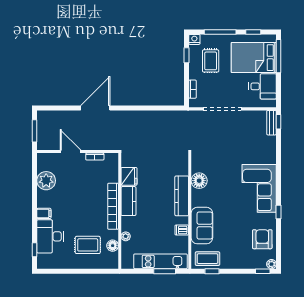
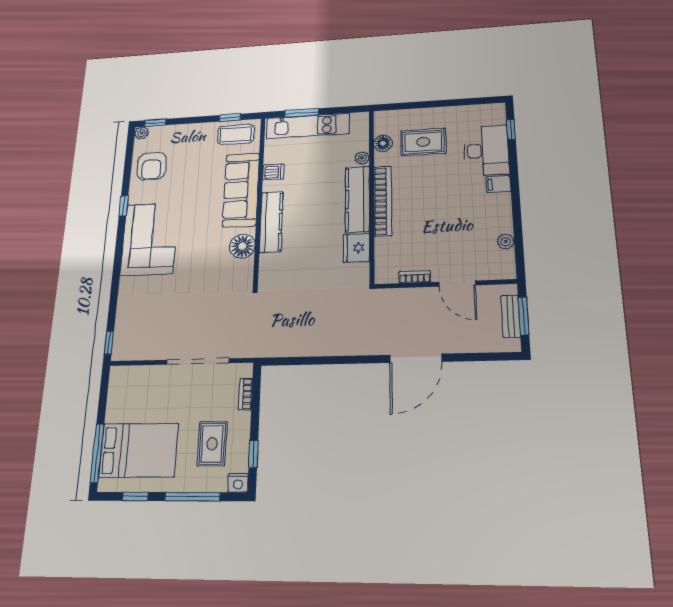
desk: (263, 86) -> (129, 401), removed
bench: (271, 123) -> (511, 316), moved
plant: (46, 181) -> (506, 242), width x0.53, depth x0.53
kitchen counter: (128, 201) -> (357, 199), width x1.50
sofa: (202, 226) -> (241, 190), width x1.36

